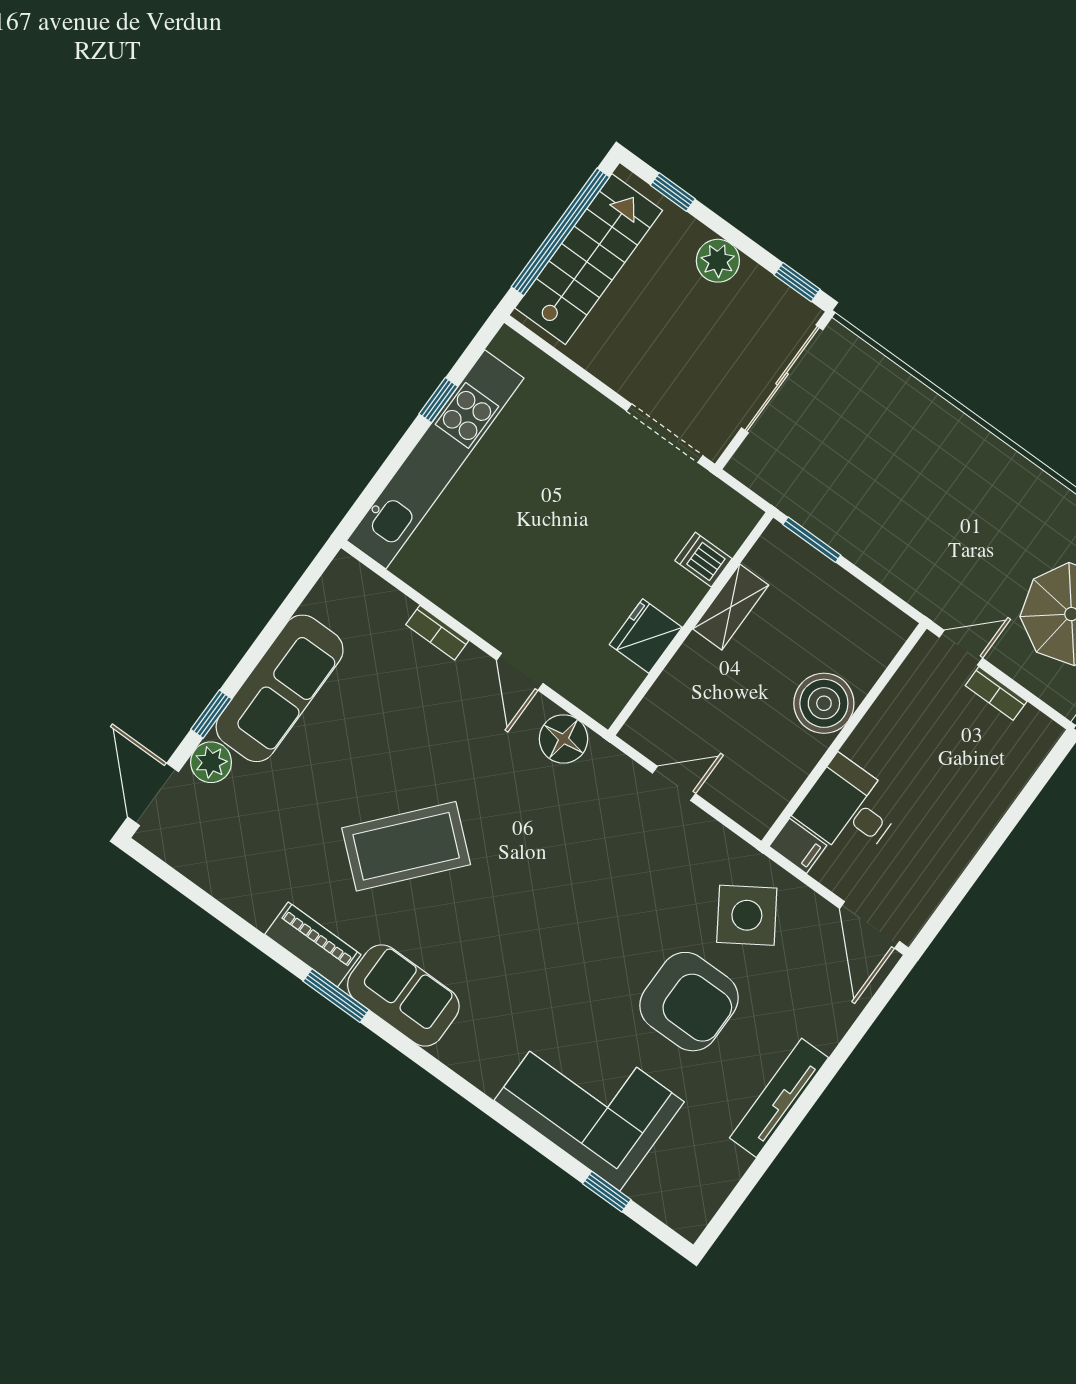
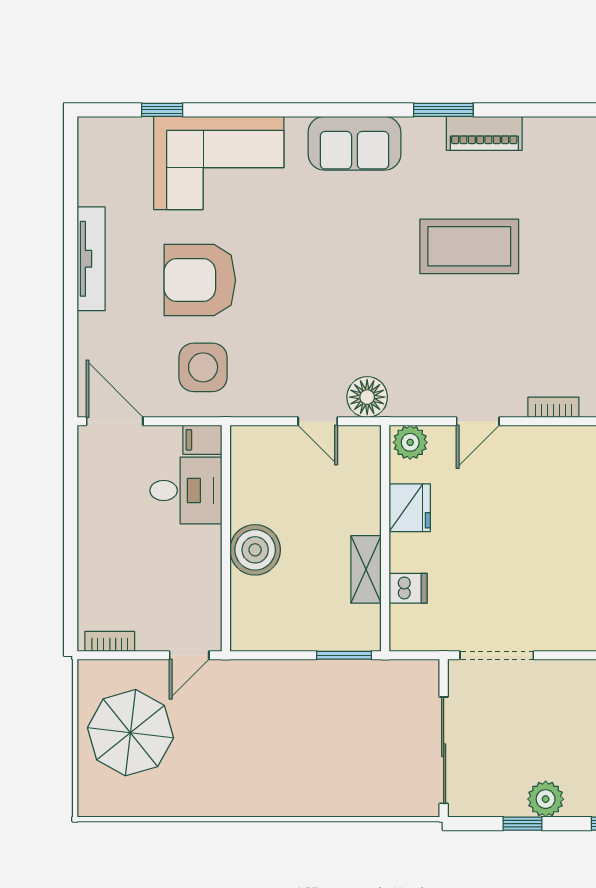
window: (797, 282) -> (523, 824), moved
door: (520, 672) -> (478, 421), swing flipped
bookcase: (996, 693) -> (110, 641), moved
plant: (600, 699) -> (410, 442), added
floor lamp: (563, 739) -> (367, 397), moved
door: (674, 783) -> (318, 421), hinge flipped
coffee table: (406, 846) -> (469, 246), turned 49
side table: (747, 915) -> (203, 367), turned 33
sofa: (403, 995) -> (354, 143), moved

